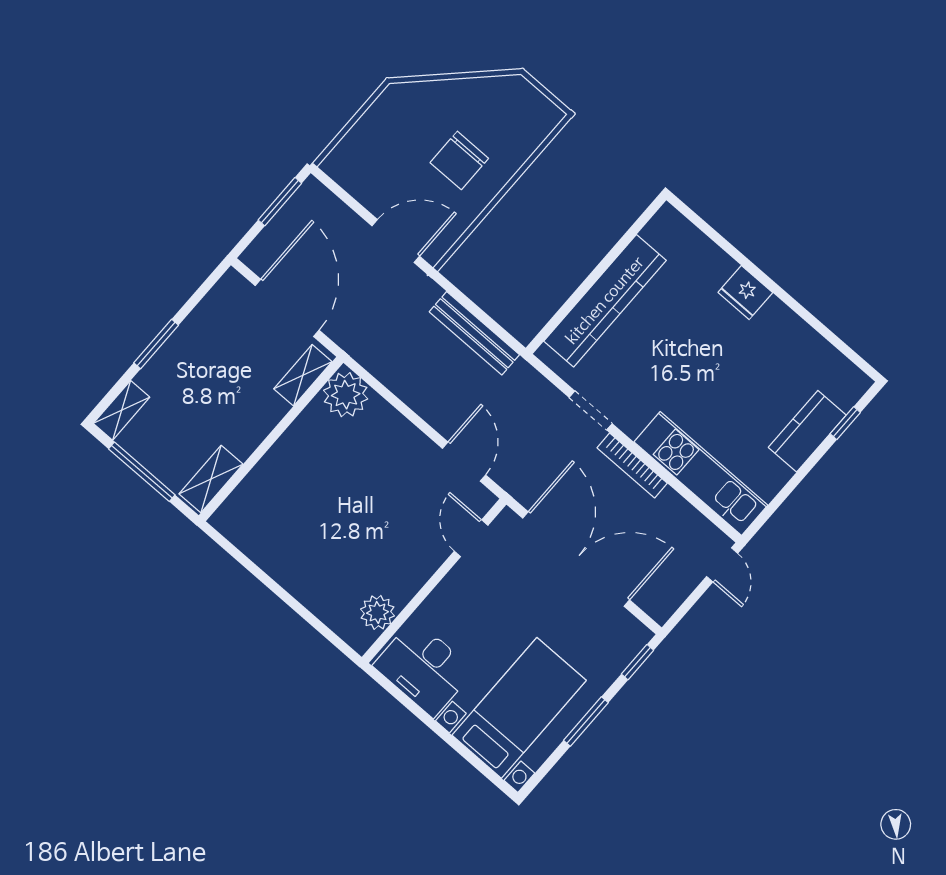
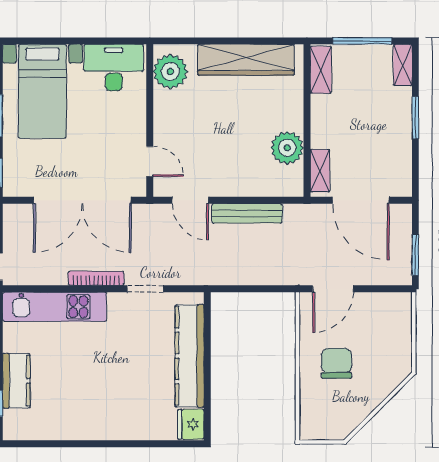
fridge: (745, 292) -> (191, 424), moved, turned -90
bench: (474, 333) -> (247, 213), moved
plant: (346, 395) -> (287, 148), moved
wardrobe: (280, 557) -> (246, 60), added
plant: (377, 612) -> (170, 71), width x1.36, depth x1.36

